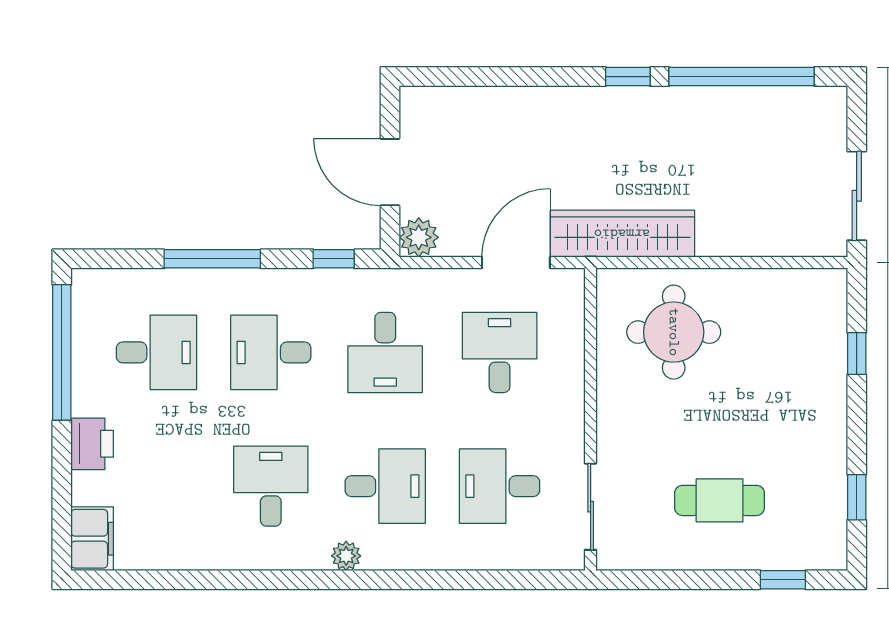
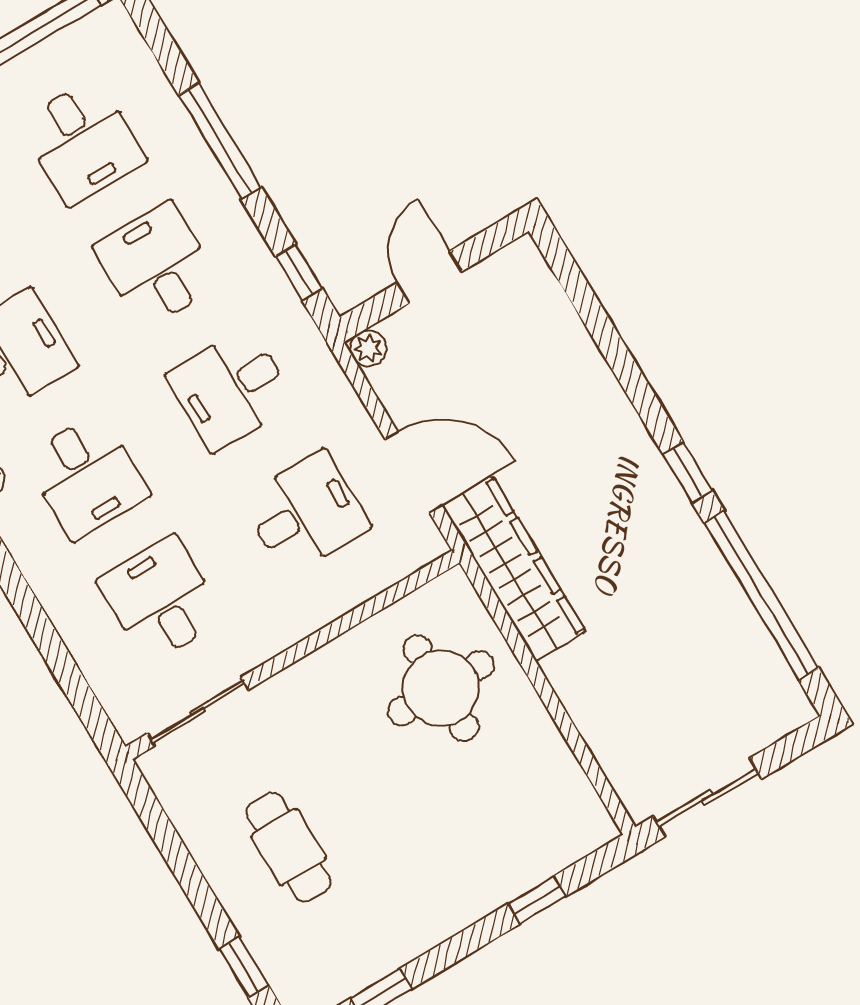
door: (390, 172) -> (429, 277), width x0.73
plant: (419, 237) -> (368, 348), width x0.73, depth x0.73

